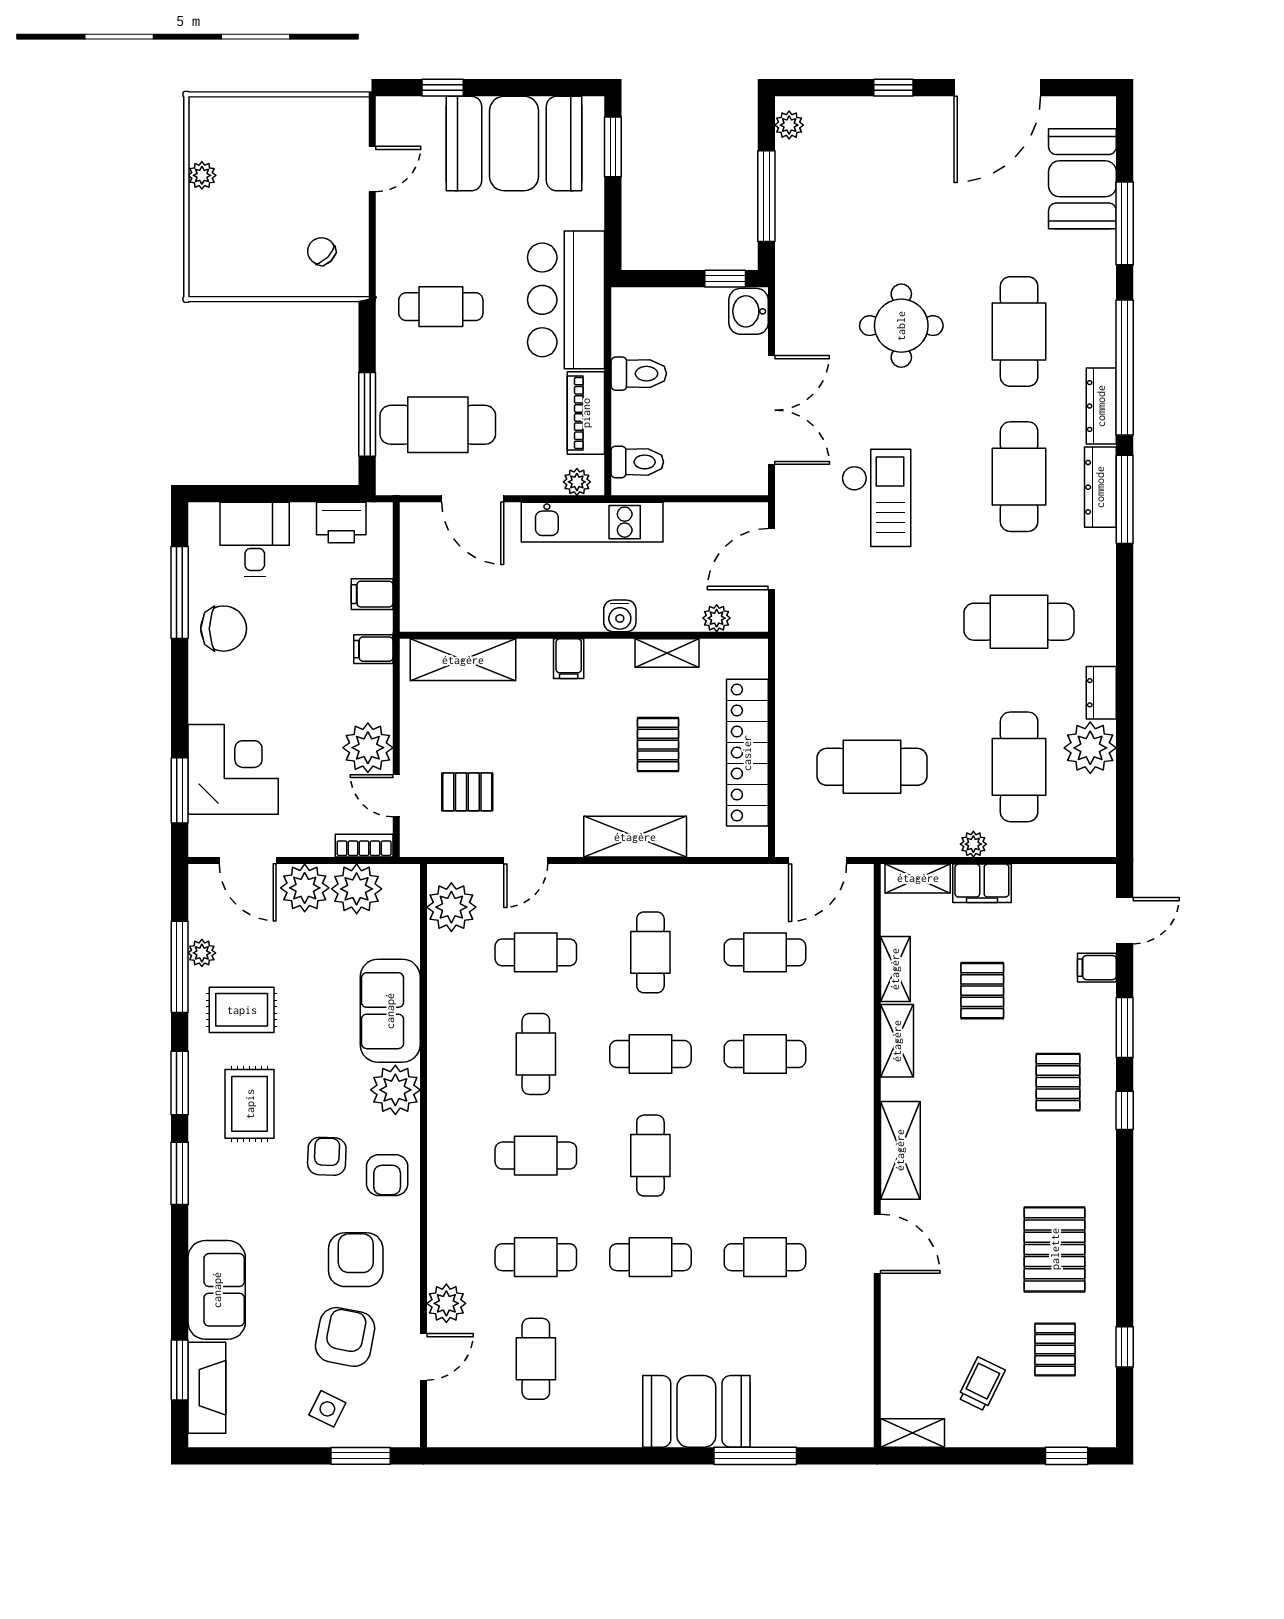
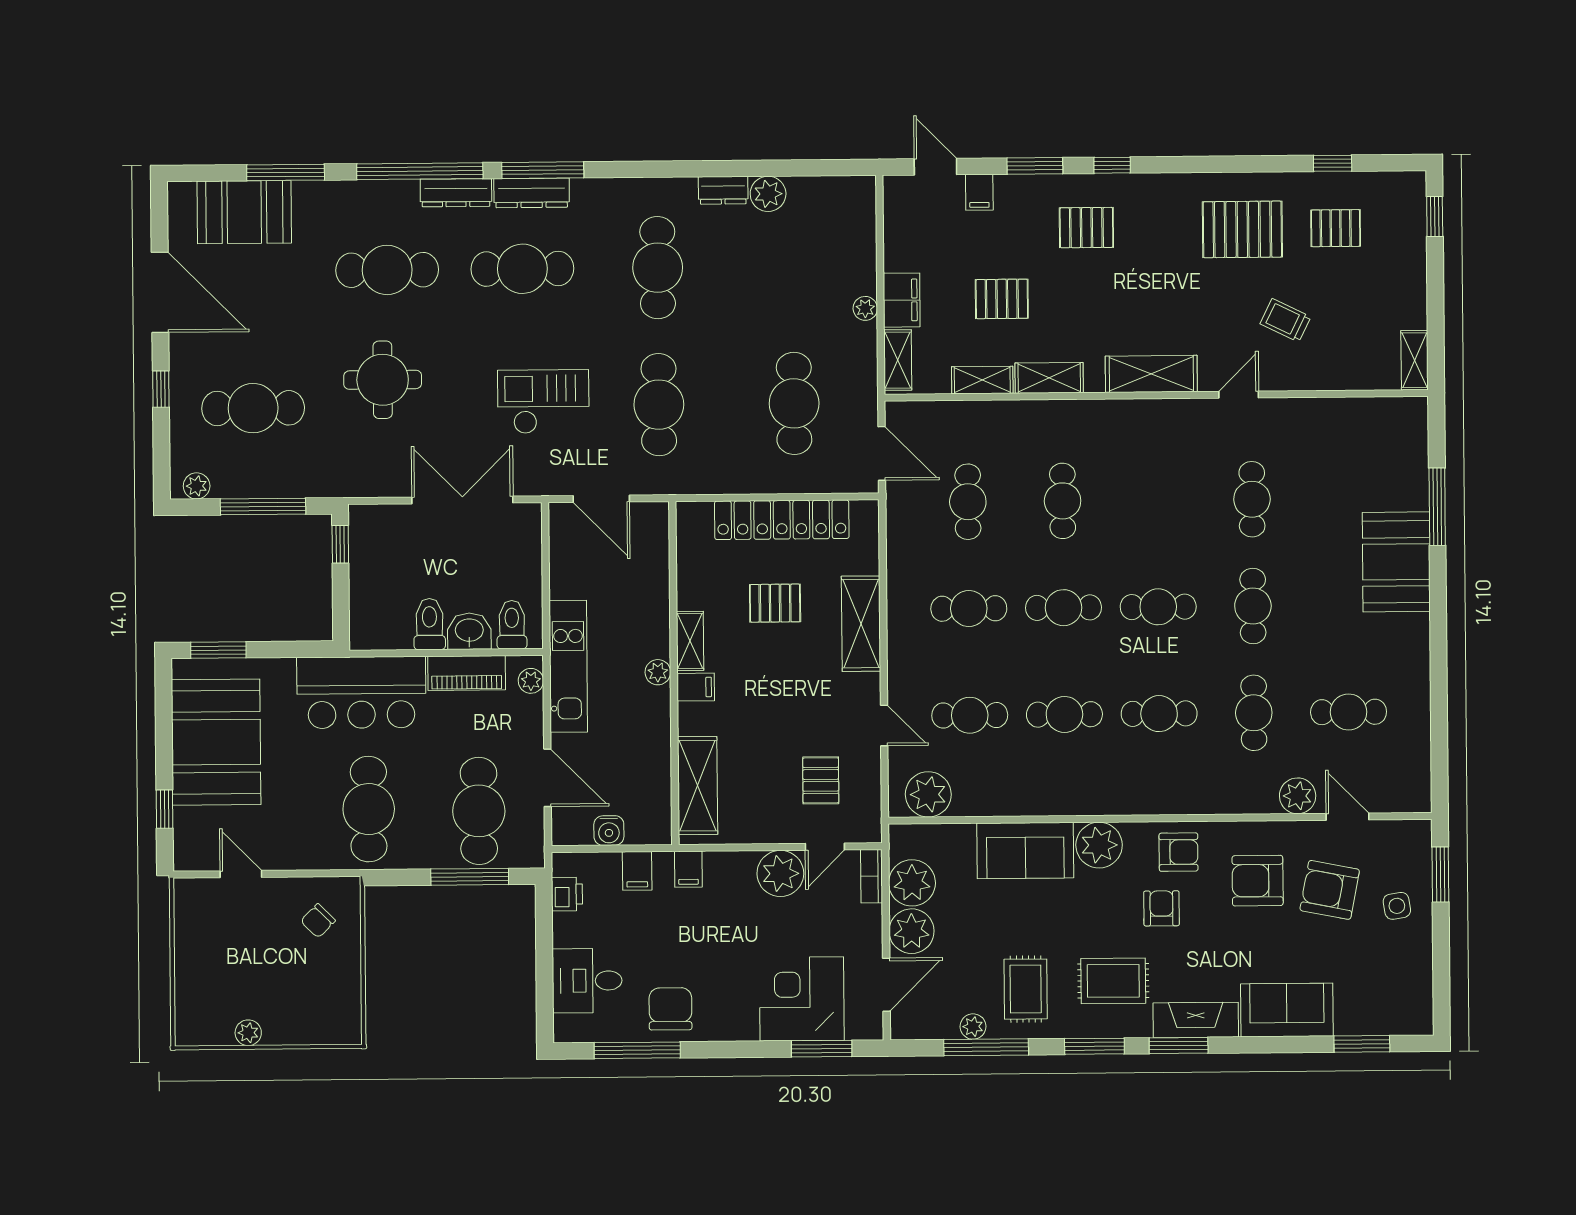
cafe table: (872, 186) -> (253, 408), added
cafe table: (441, 307) -> (369, 809), width x1.37, depth x1.35
washbasin: (749, 311) -> (469, 631), moved, turned 180
door: (473, 499) -> (547, 778), hinge flipped
printer: (341, 523) -> (567, 894), width x0.73, depth x0.81
water cooler: (620, 616) -> (609, 830), moved, turned 90
plant: (717, 618) -> (658, 672), moved
shelving: (667, 653) -> (690, 641), moved
plant: (1090, 748) -> (768, 194), width x0.73, depth x0.73
cafe table: (1019, 767) -> (659, 405), moved, turned 90
cafe table: (536, 952) -> (970, 715), turned 90
cafe table: (650, 1054) -> (1063, 608), turned 90
armchair: (327, 1156) -> (1161, 908), turned 88
cafe table: (536, 1156) -> (1159, 714), turned 90
door: (877, 1244) -> (1239, 395), width x0.73
trolley: (981, 1384) -> (1285, 320), moved
fireplace: (207, 1388) -> (1196, 1020), moved
side table: (327, 1409) -> (1397, 906), turned -35

